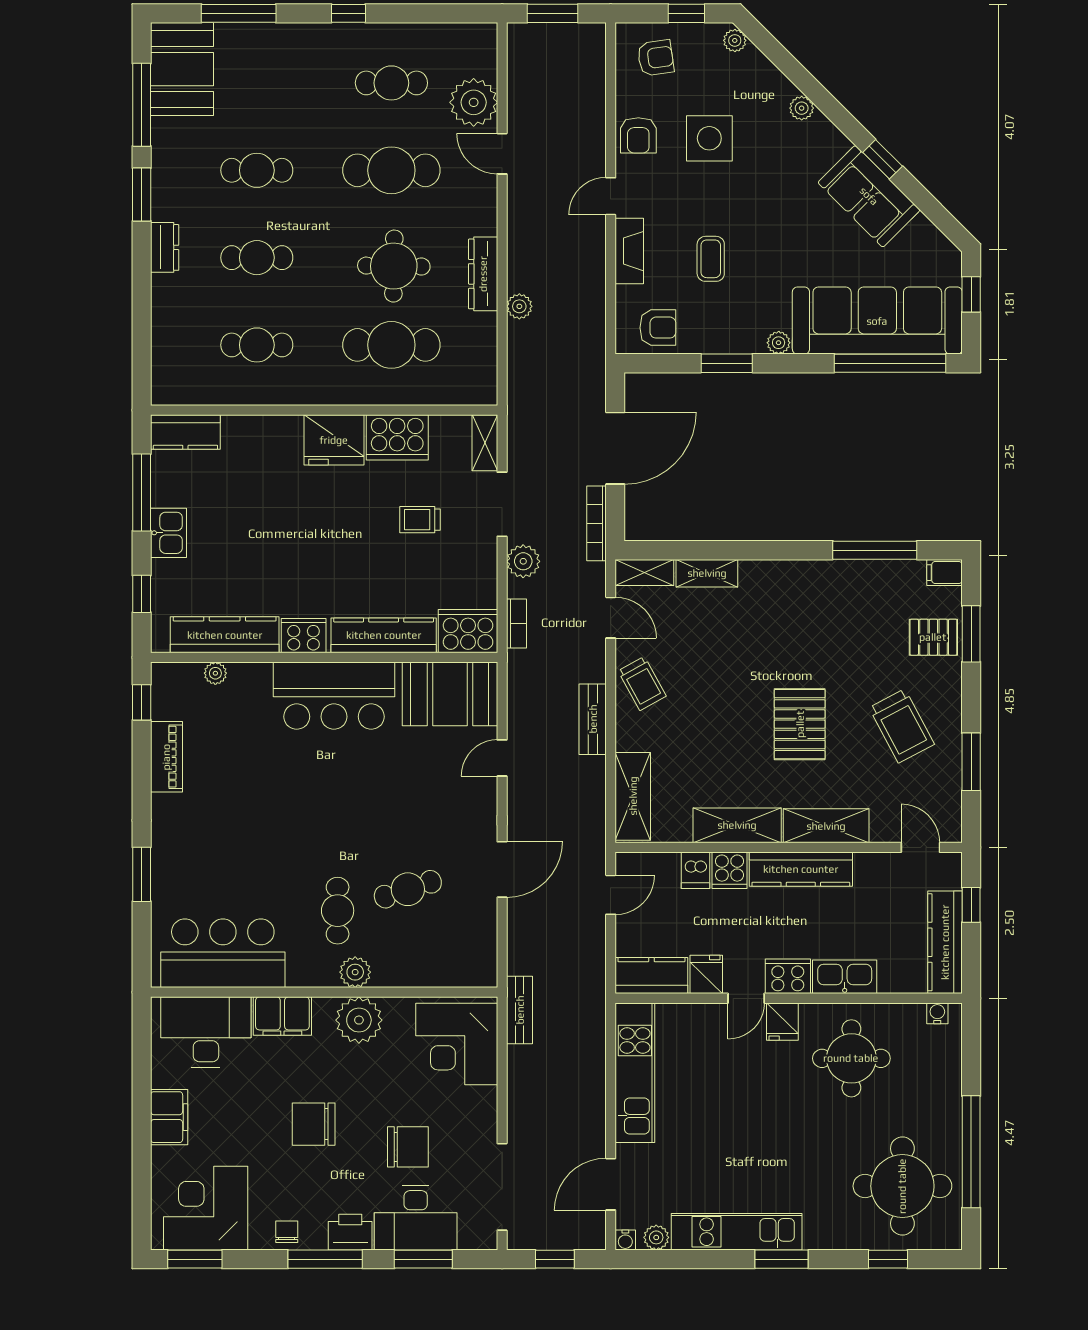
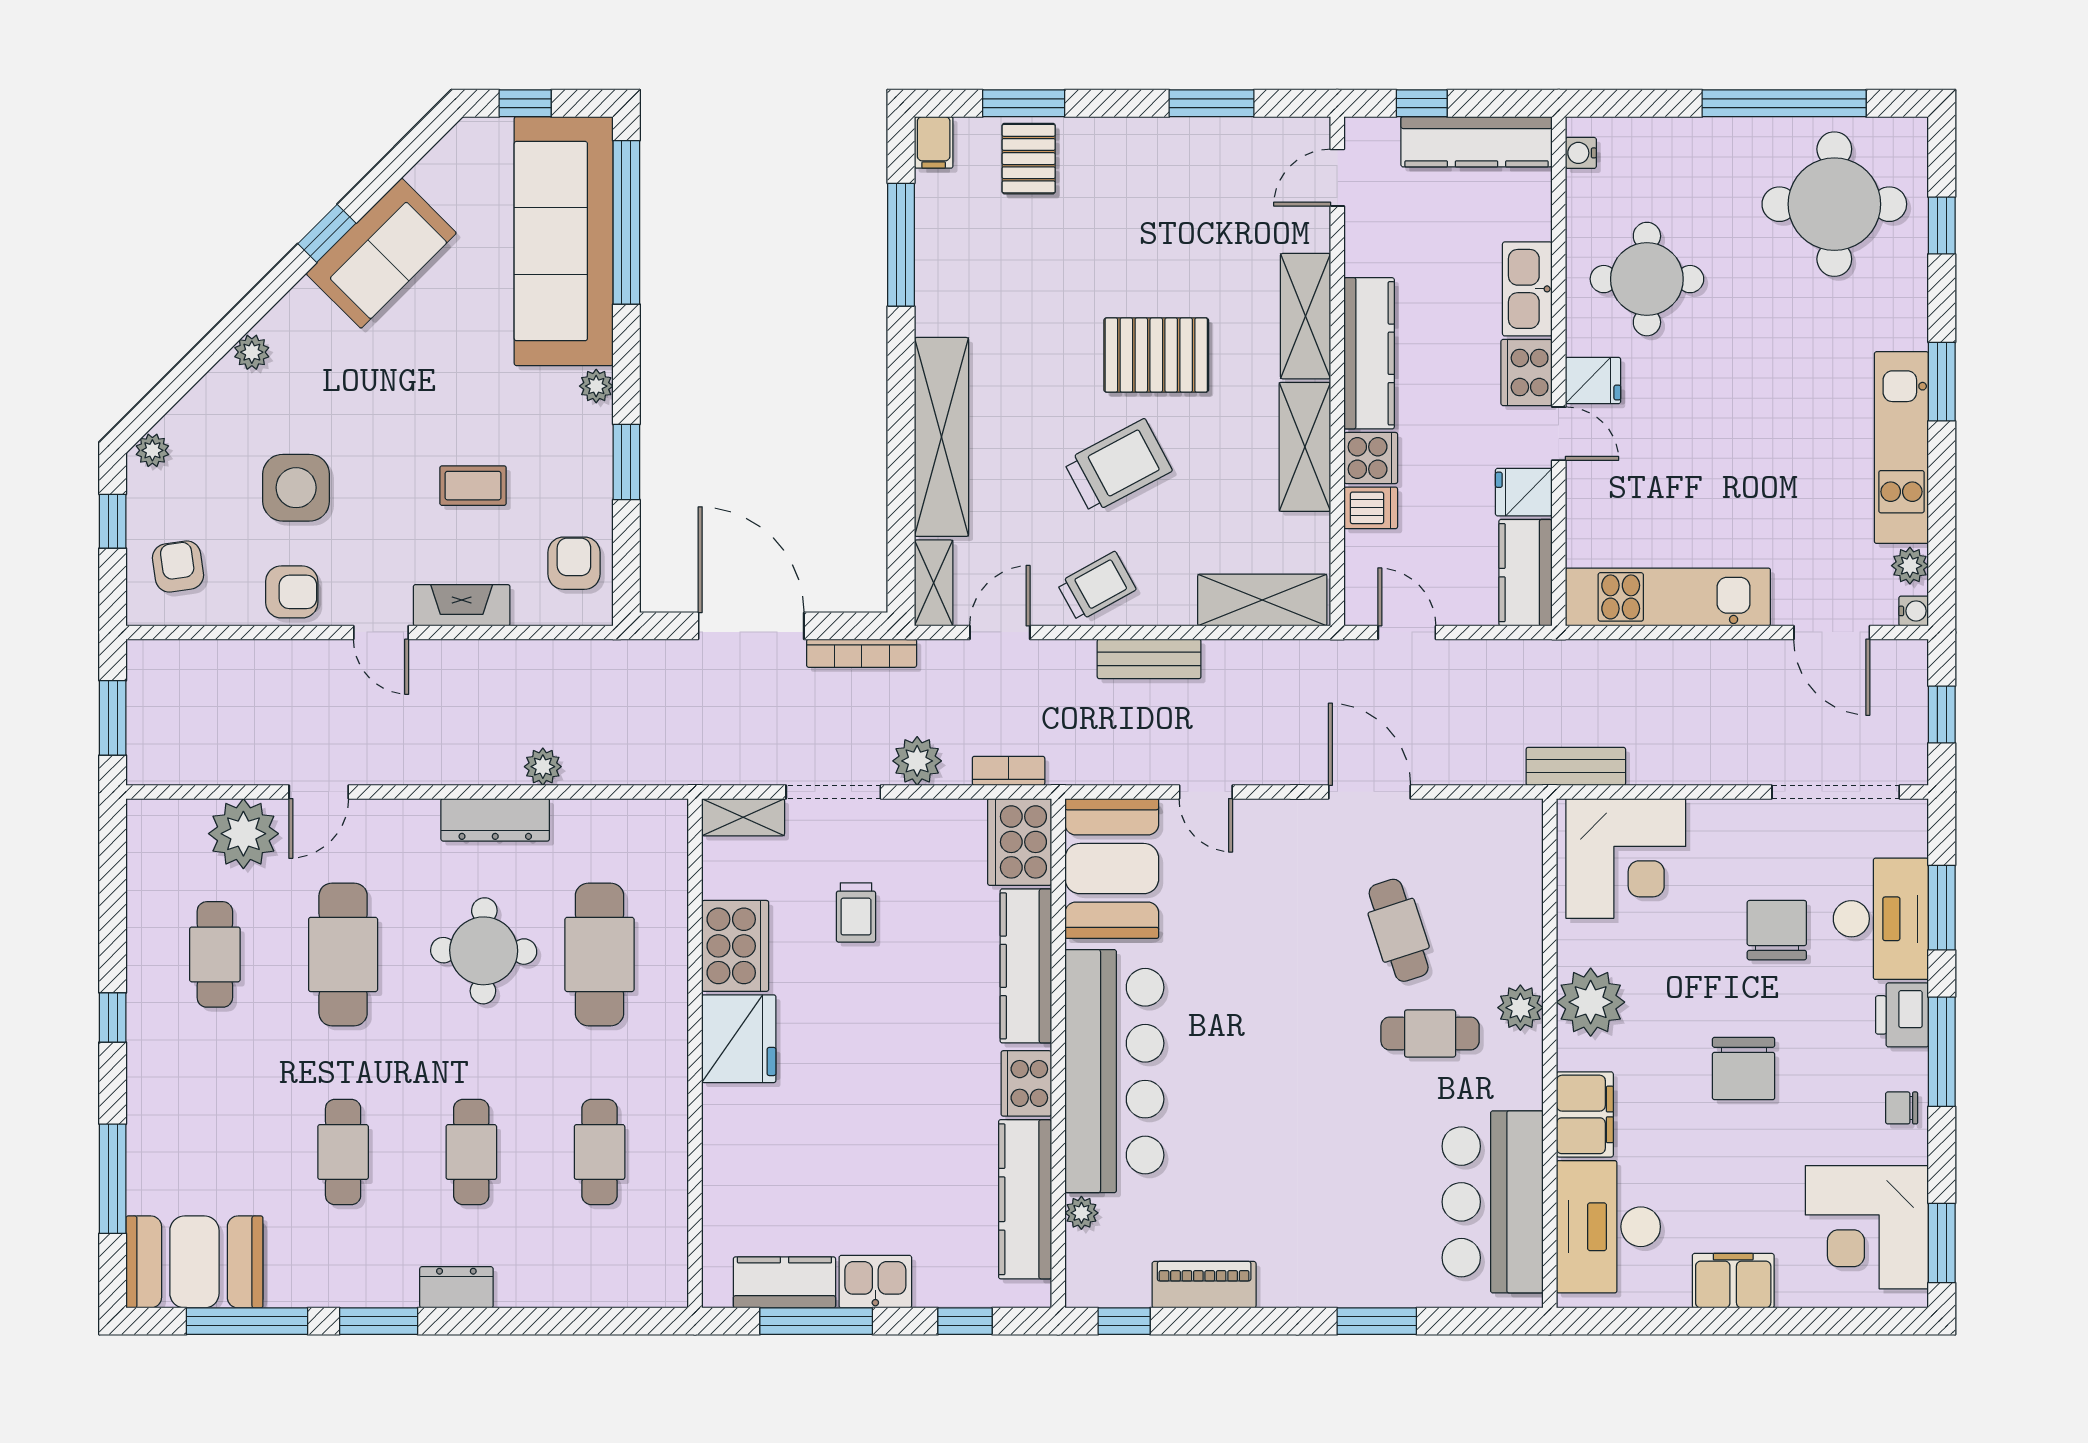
kitchen counter: (185, 432) -> (784, 1282), moved, turned -90
shelving: (707, 573) -> (941, 437), width x2.20, depth x1.33
bar counter: (334, 696) -> (1114, 1071), width x1.36
trolley: (902, 726) -> (1118, 466), moved

